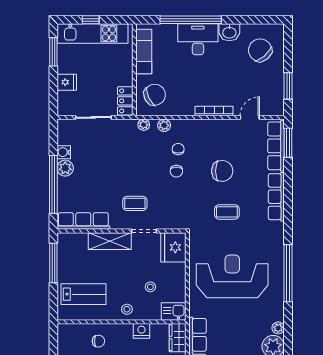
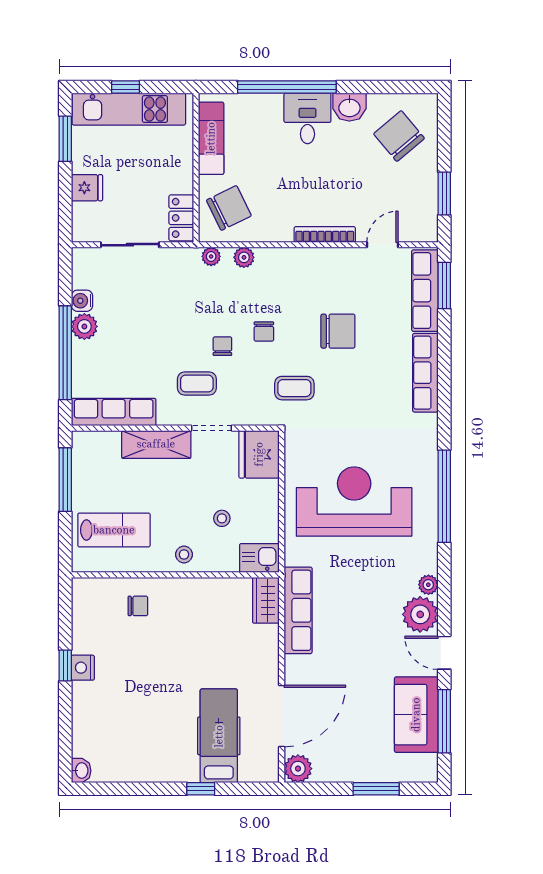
desk: (198, 39) -> (307, 118), width x0.73
chair: (178, 149) -> (222, 346), moved
coffee table: (227, 212) -> (294, 388), moved
nightstand: (141, 331) -> (207, 589), removed

